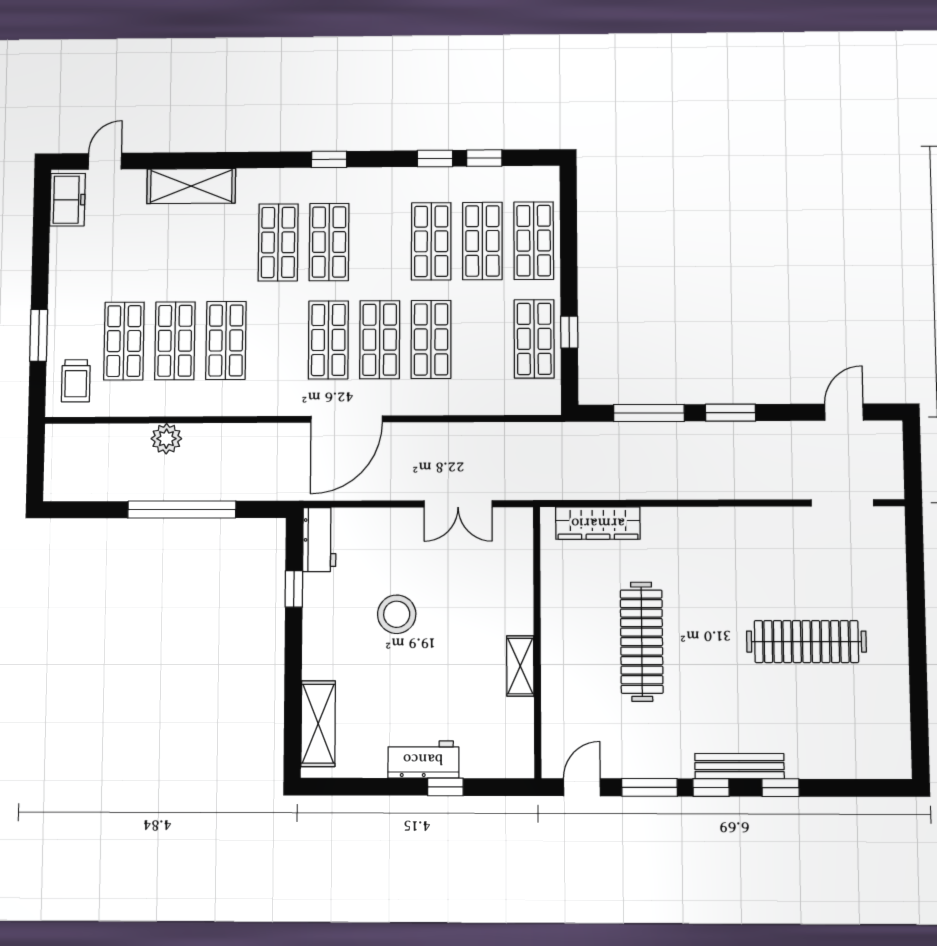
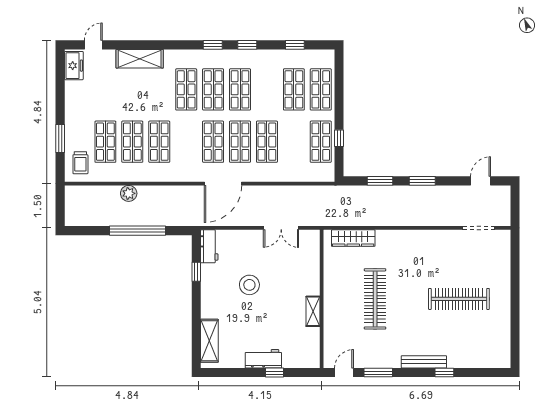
window: (435, 159) -> (247, 45), moved
shop shelf: (431, 241) -> (240, 89), moved
window: (649, 413) -> (380, 181), width x0.69
window: (711, 787) -> (409, 373), removed

